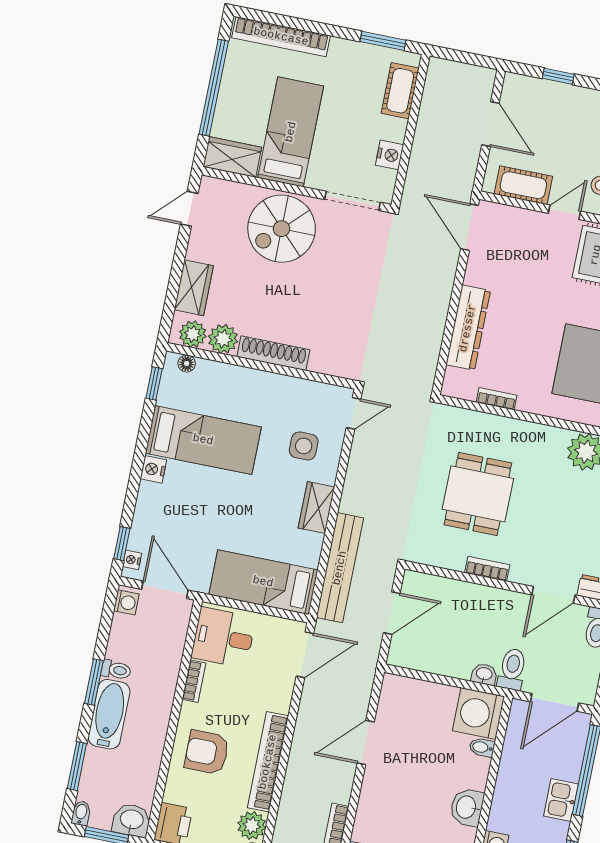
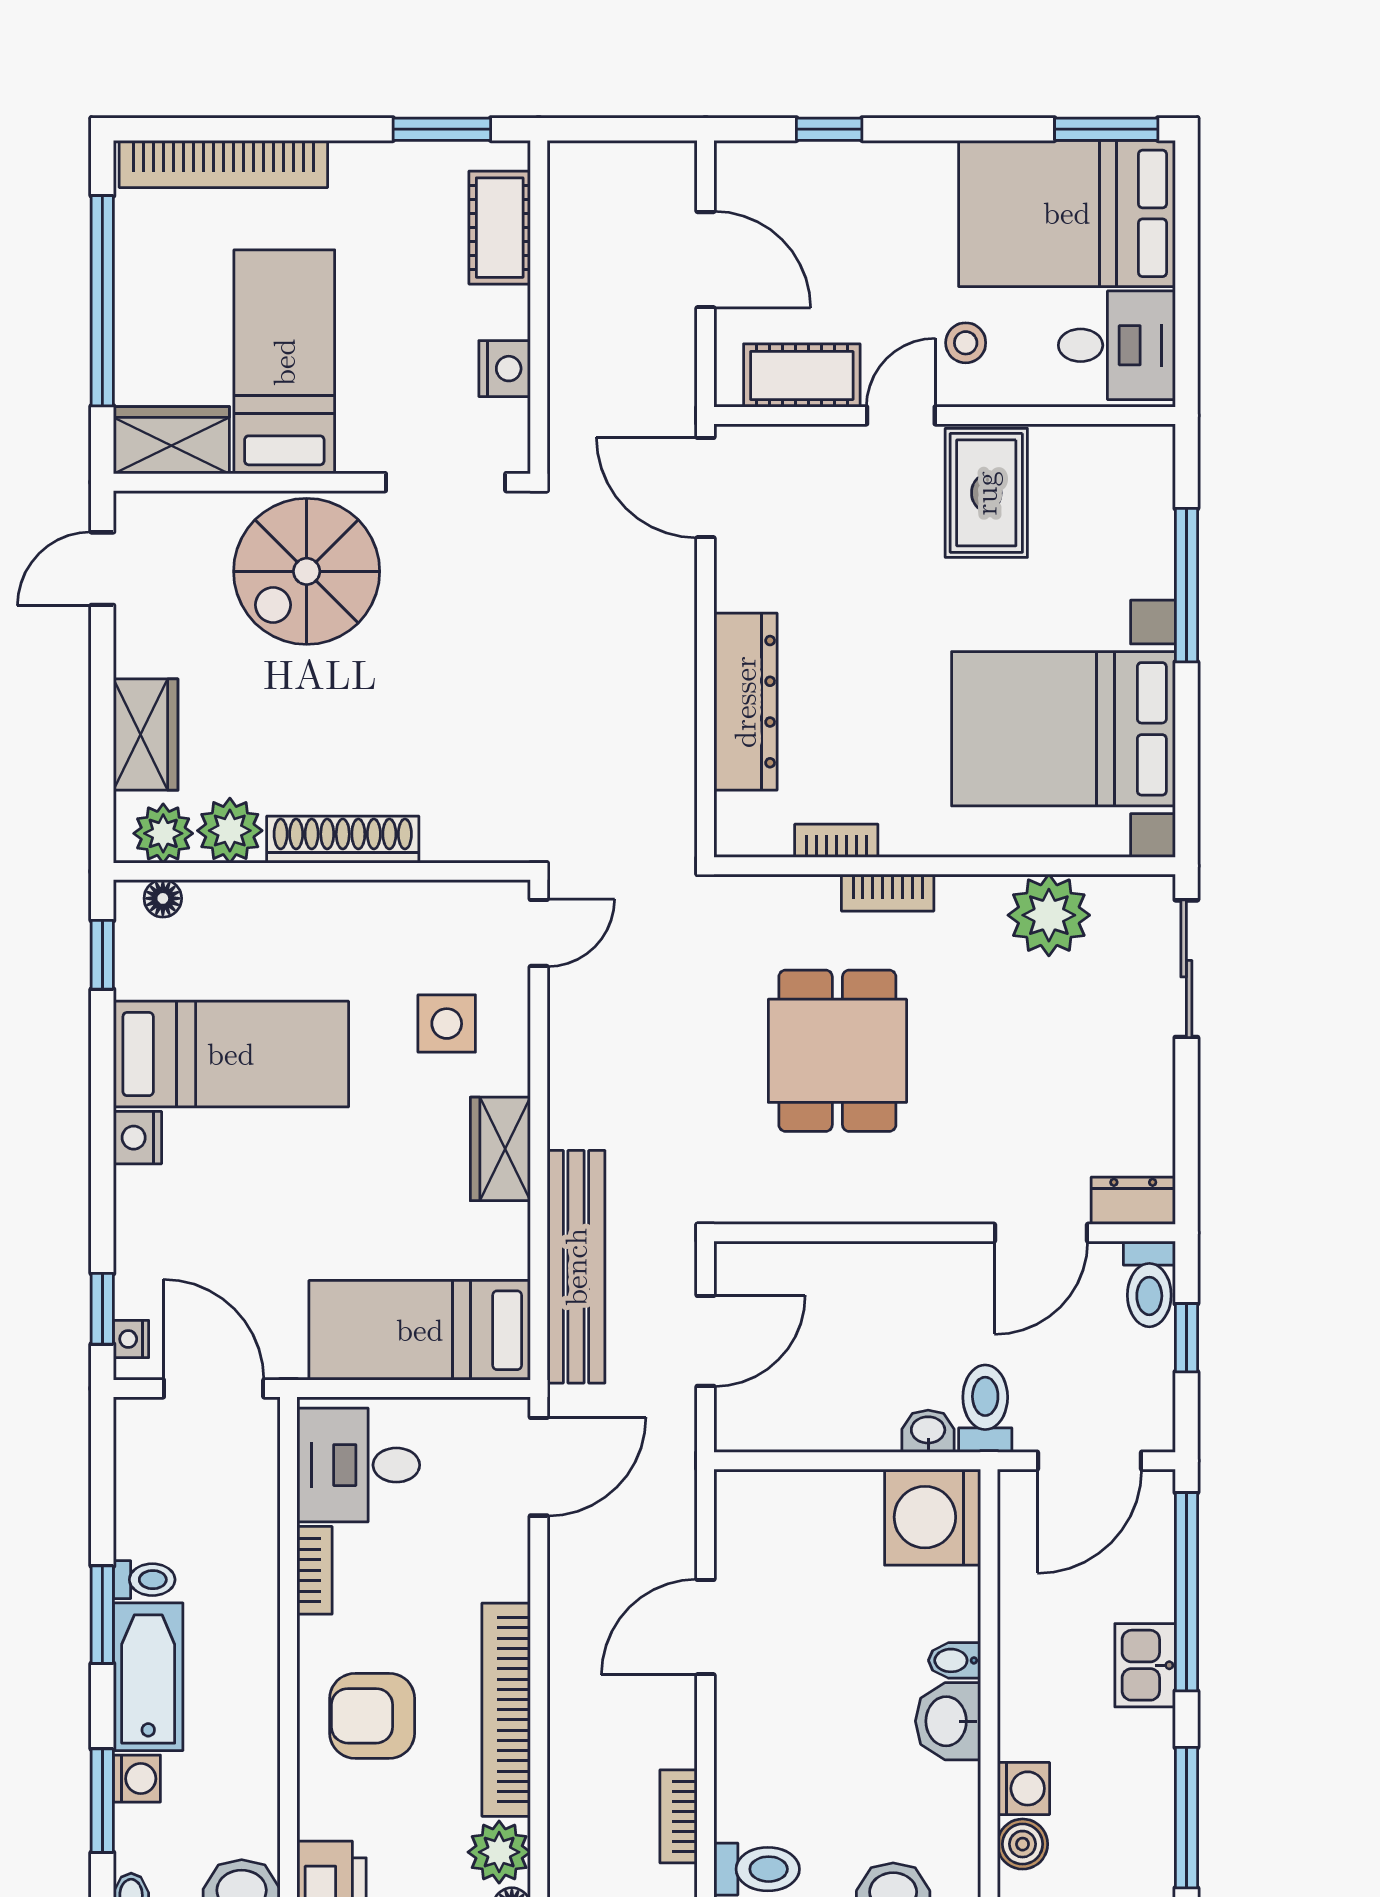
bookcase: (487, 569) -> (888, 893), moved, turned 180
washing machine: (126, 602) -> (137, 1779), moved
bidet: (482, 747) -> (955, 1660), moved

